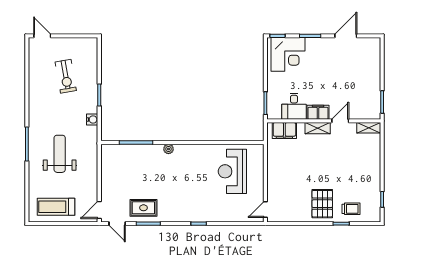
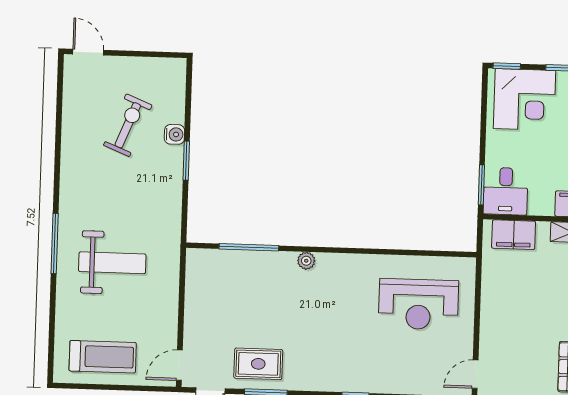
exercise bike: (66, 76) -> (128, 125), turned -148
desk: (294, 106) -> (506, 191), moved
water cooler: (92, 120) -> (174, 134), moved
weight bench: (60, 154) -> (112, 263), turned 90
reception desk: (232, 171) -> (418, 304), turned -90
treadmill: (56, 207) -> (103, 357), turned 180

